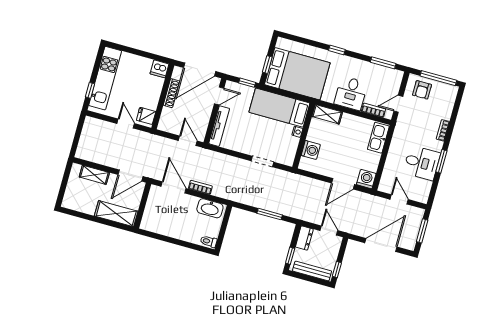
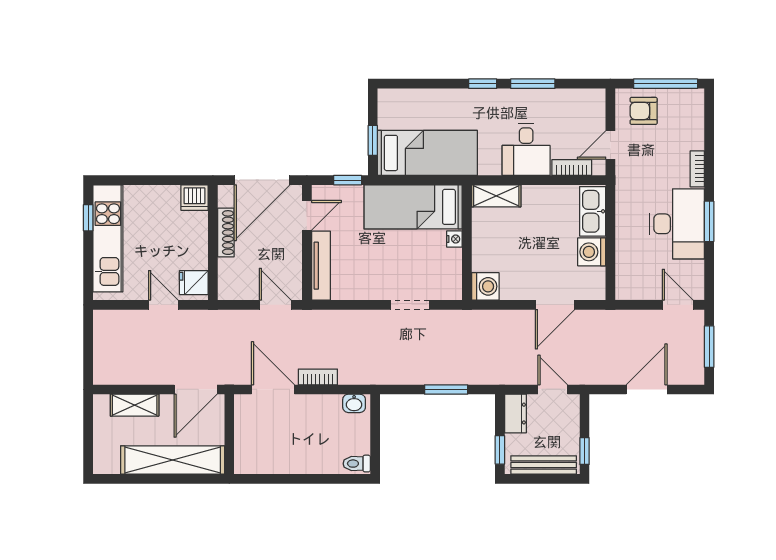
window: (383, 63) -> (533, 84), moved
bed: (297, 74) -> (427, 153), width x0.67
window: (90, 90) -> (88, 218), moved
armchair: (422, 90) -> (644, 111), turned 90
washing machine: (311, 150) -> (485, 286), moved
desk: (422, 163) -> (677, 224), width x1.37
washing machine: (366, 179) -> (592, 252), moved, turned -90
door: (399, 199) -> (678, 305), moved
washbasin: (210, 208) -> (354, 403), width x0.52, depth x0.69
shelving: (116, 214) -> (173, 460), width x1.47
door: (381, 245) -> (647, 389), width x0.73

